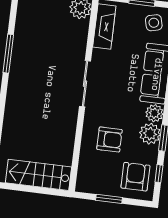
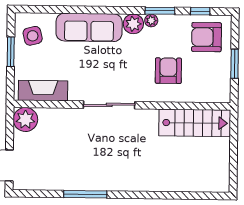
plant: (150, 134) -> (151, 21), width x0.53, depth x0.53
stairs: (38, 175) -> (195, 123), moved, turned -90

